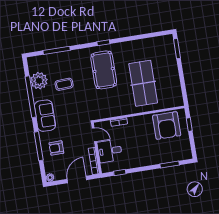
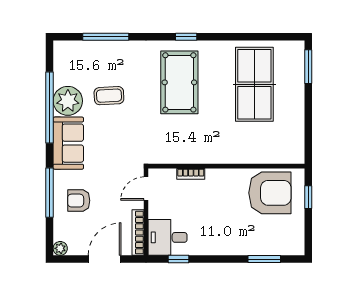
plant: (39, 81) -> (68, 101), moved
table tennis table: (143, 83) -> (254, 84), moved
armchair: (167, 126) -> (270, 193), turned -90
door: (94, 135) -> (146, 189), swing flipped
desk: (110, 151) -> (168, 237), moved

